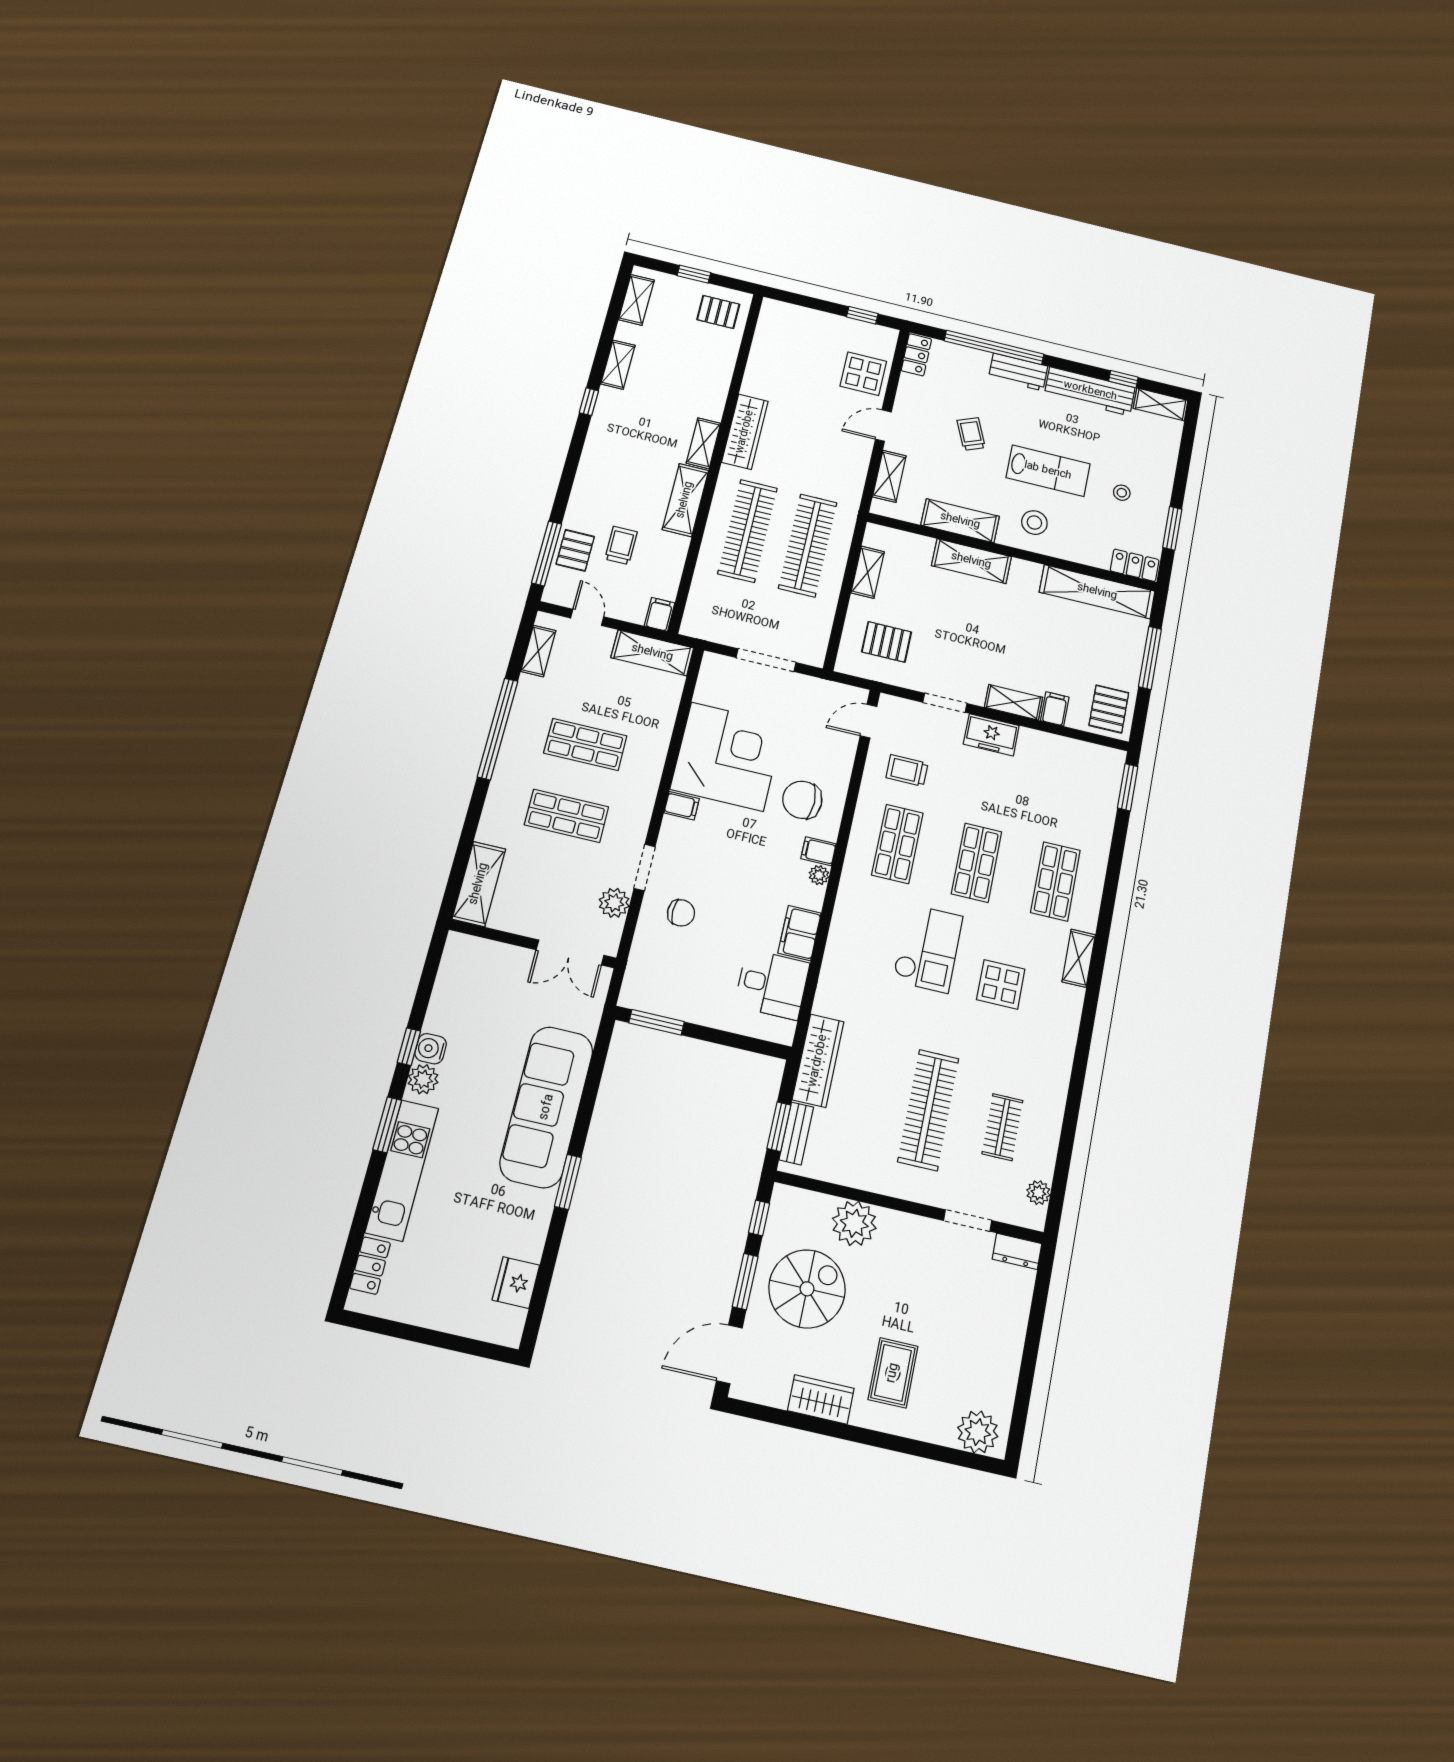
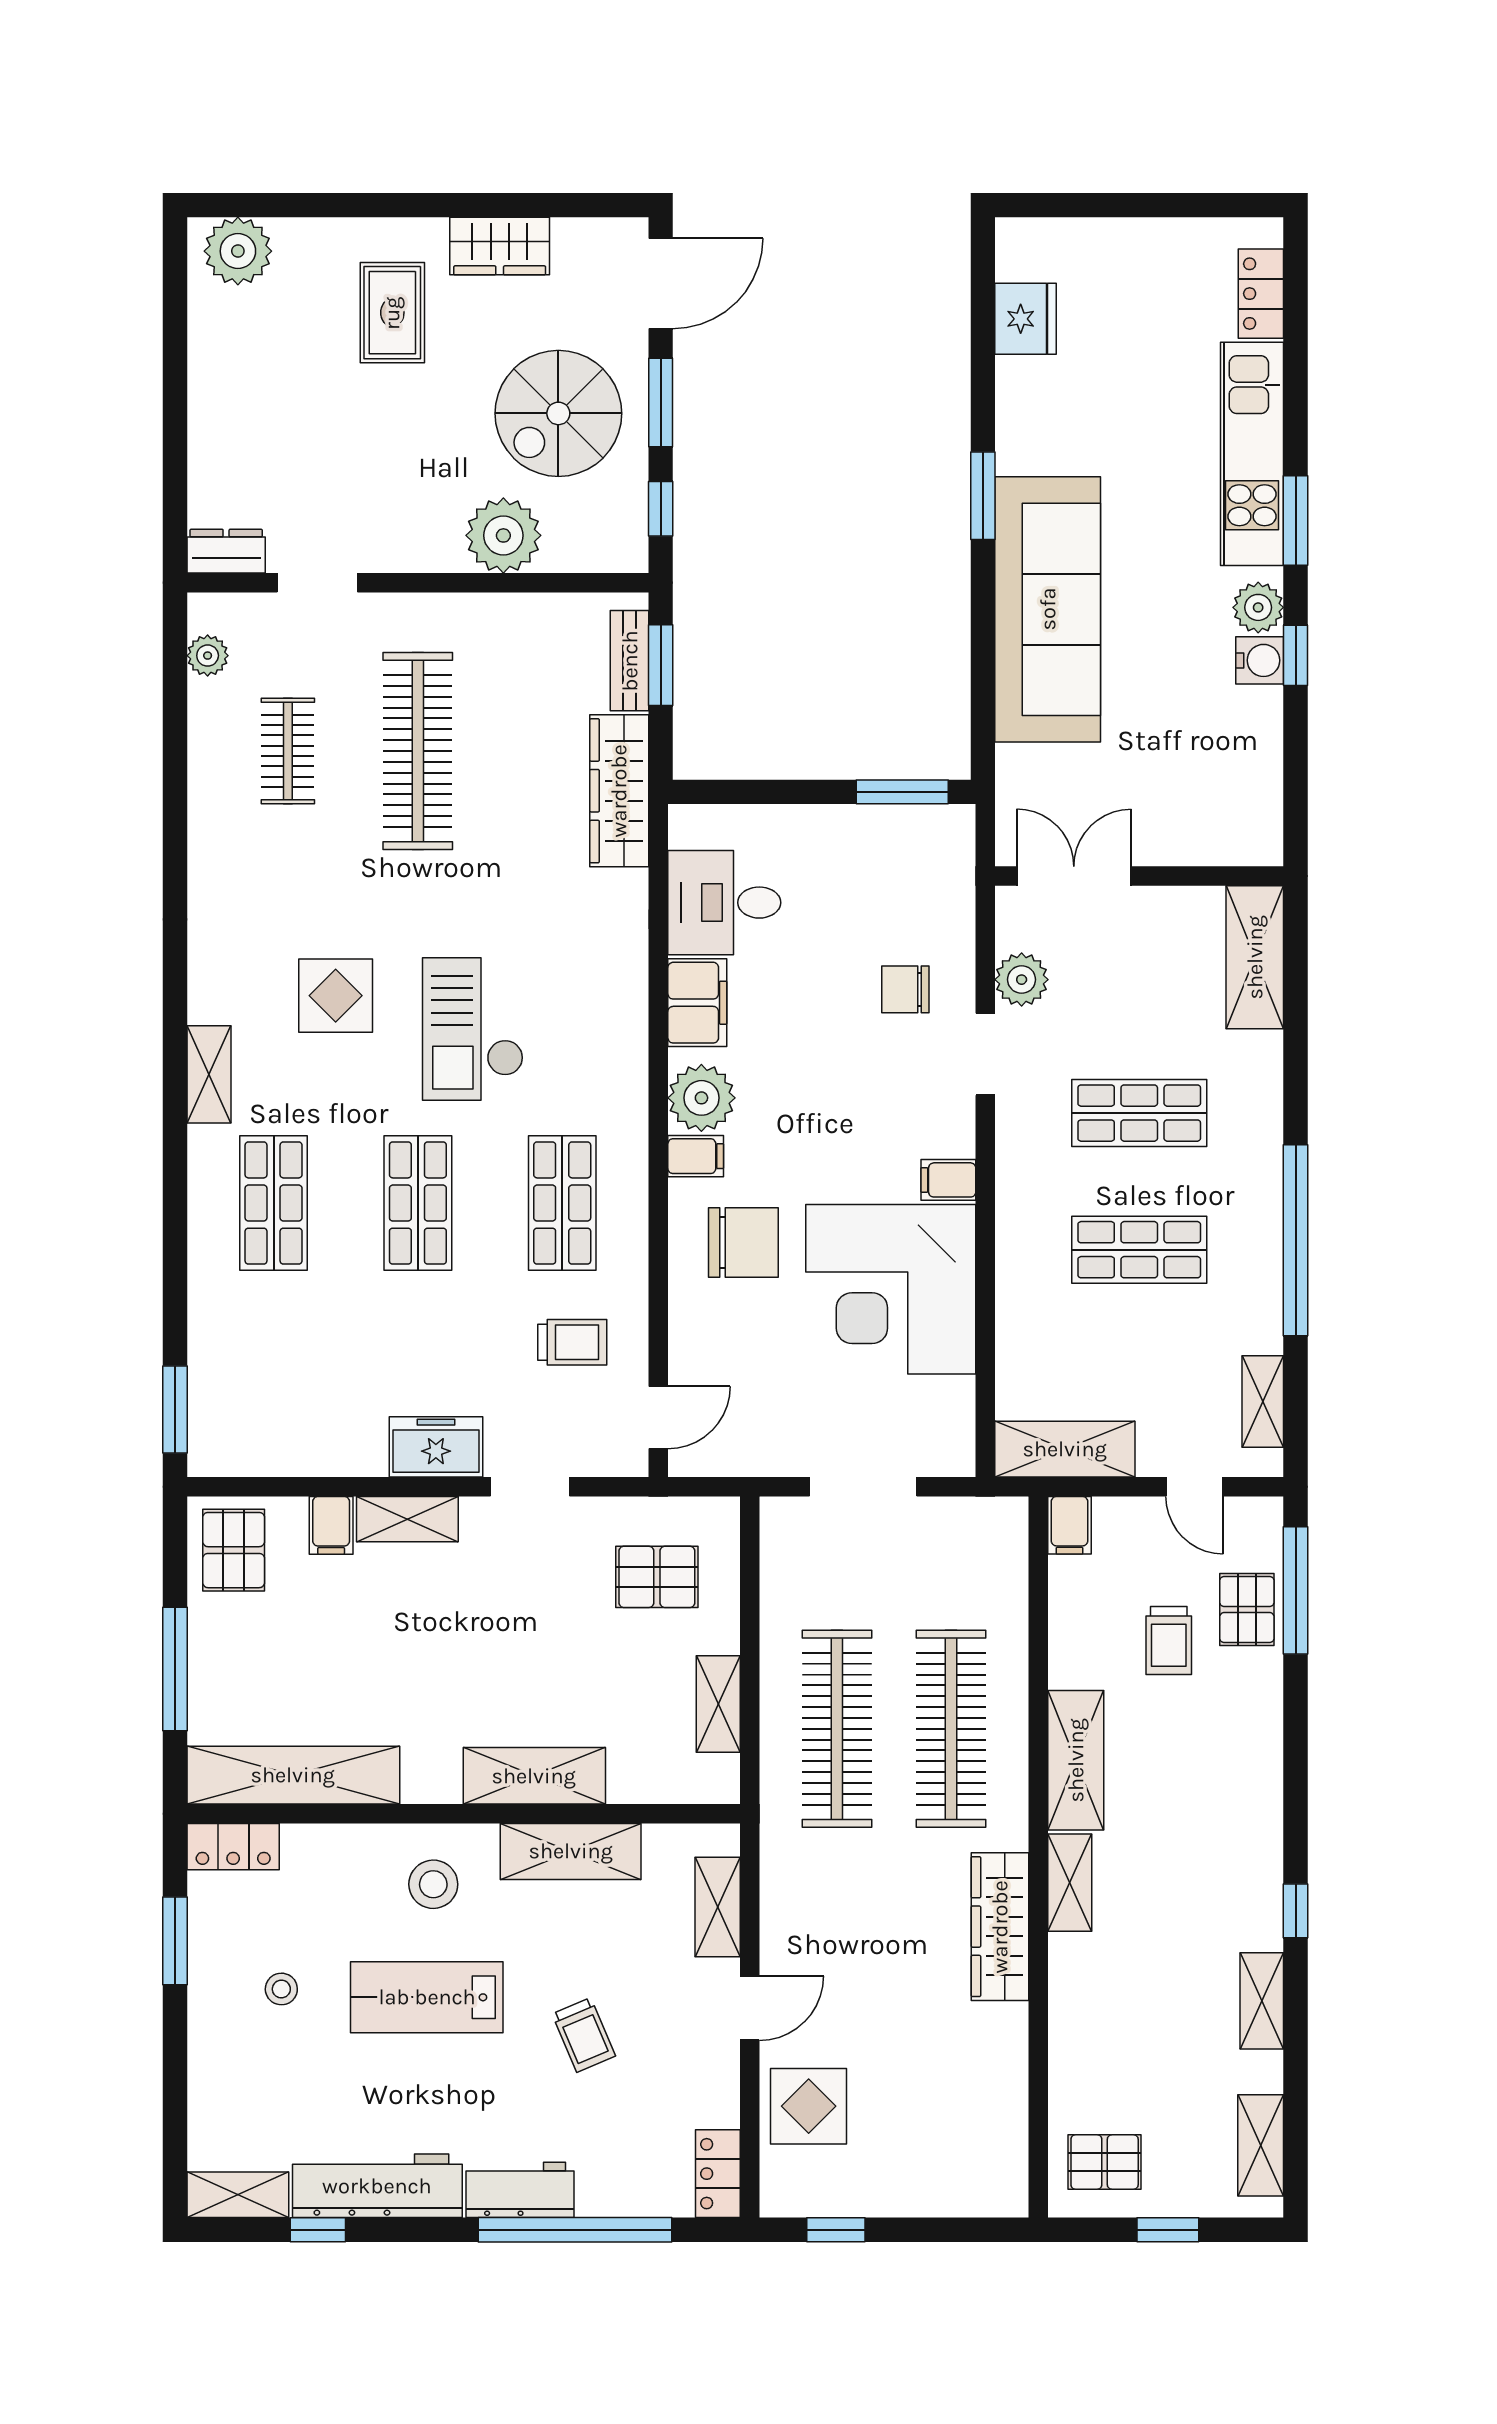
plant: (819, 875) -> (701, 1098), width x1.88, depth x1.88

